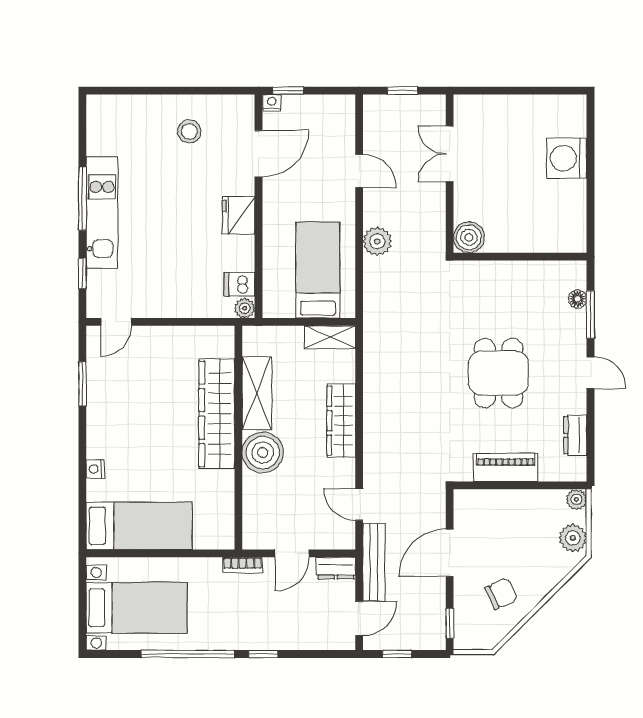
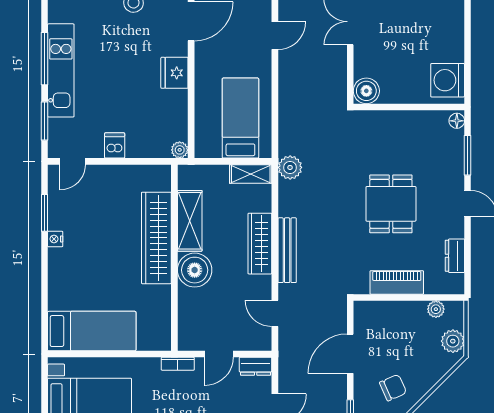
washing machine: (567, 158) -> (448, 80), moved
door: (359, 171) -> (275, 36), hinge flipped
plant: (377, 241) -> (290, 167), moved
window: (82, 274) -> (45, 121), width x1.50
dishwasher: (239, 284) -> (115, 145), moved, turned 90
floor lamp: (578, 299) -> (457, 121), moved
nightstand: (95, 469) -> (55, 239), moved
plant: (576, 500) -> (436, 309), moved
bench: (374, 562) -> (287, 250), moved

